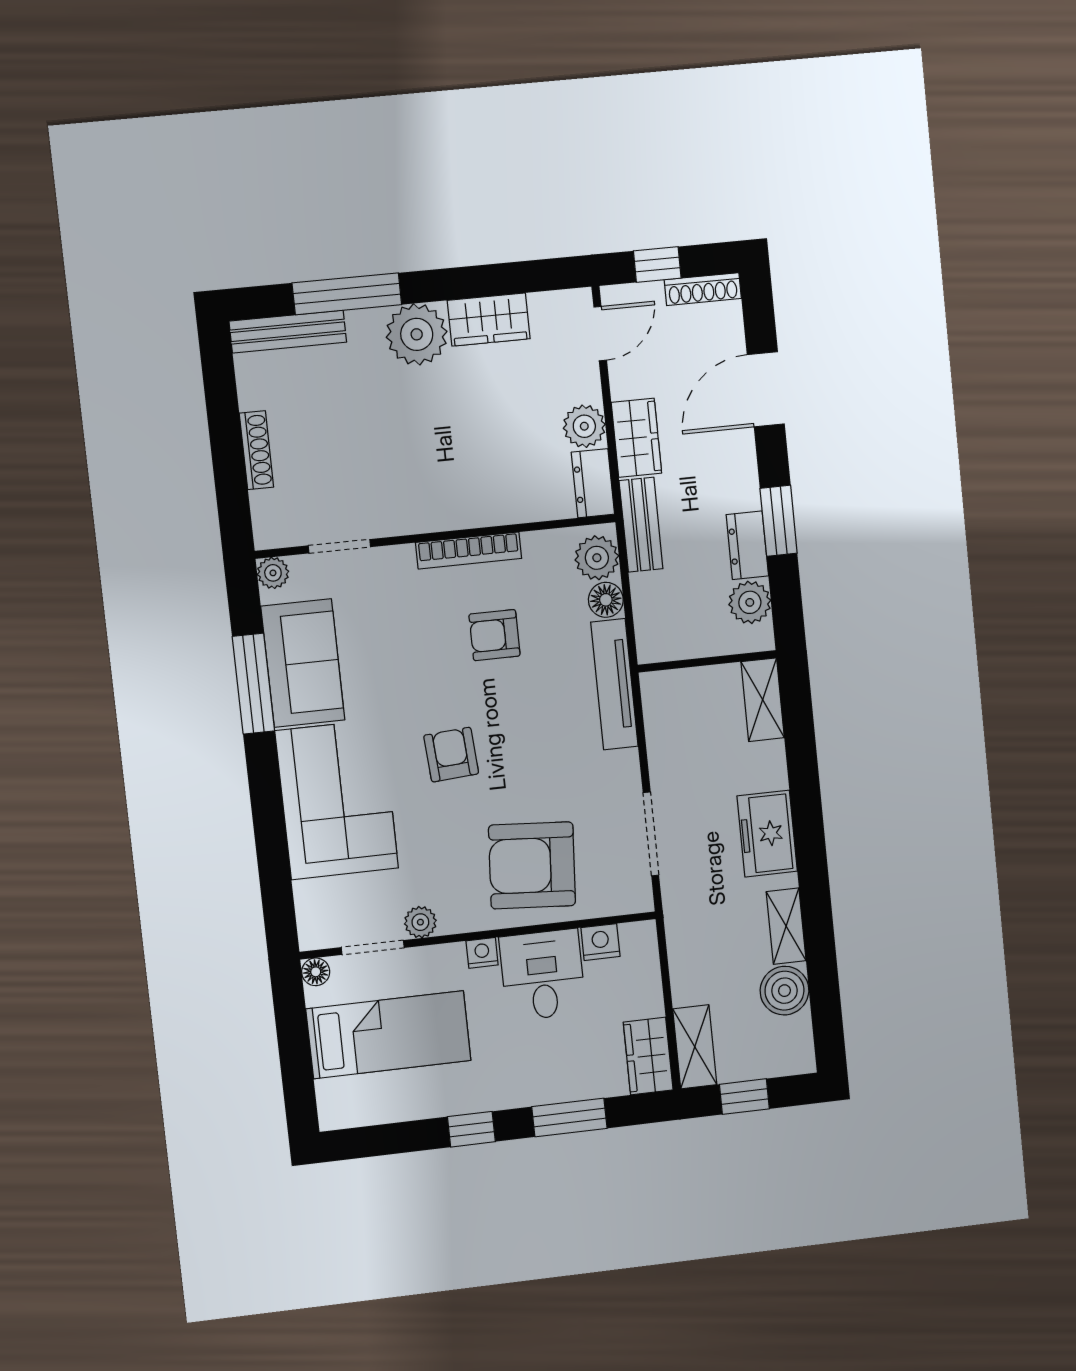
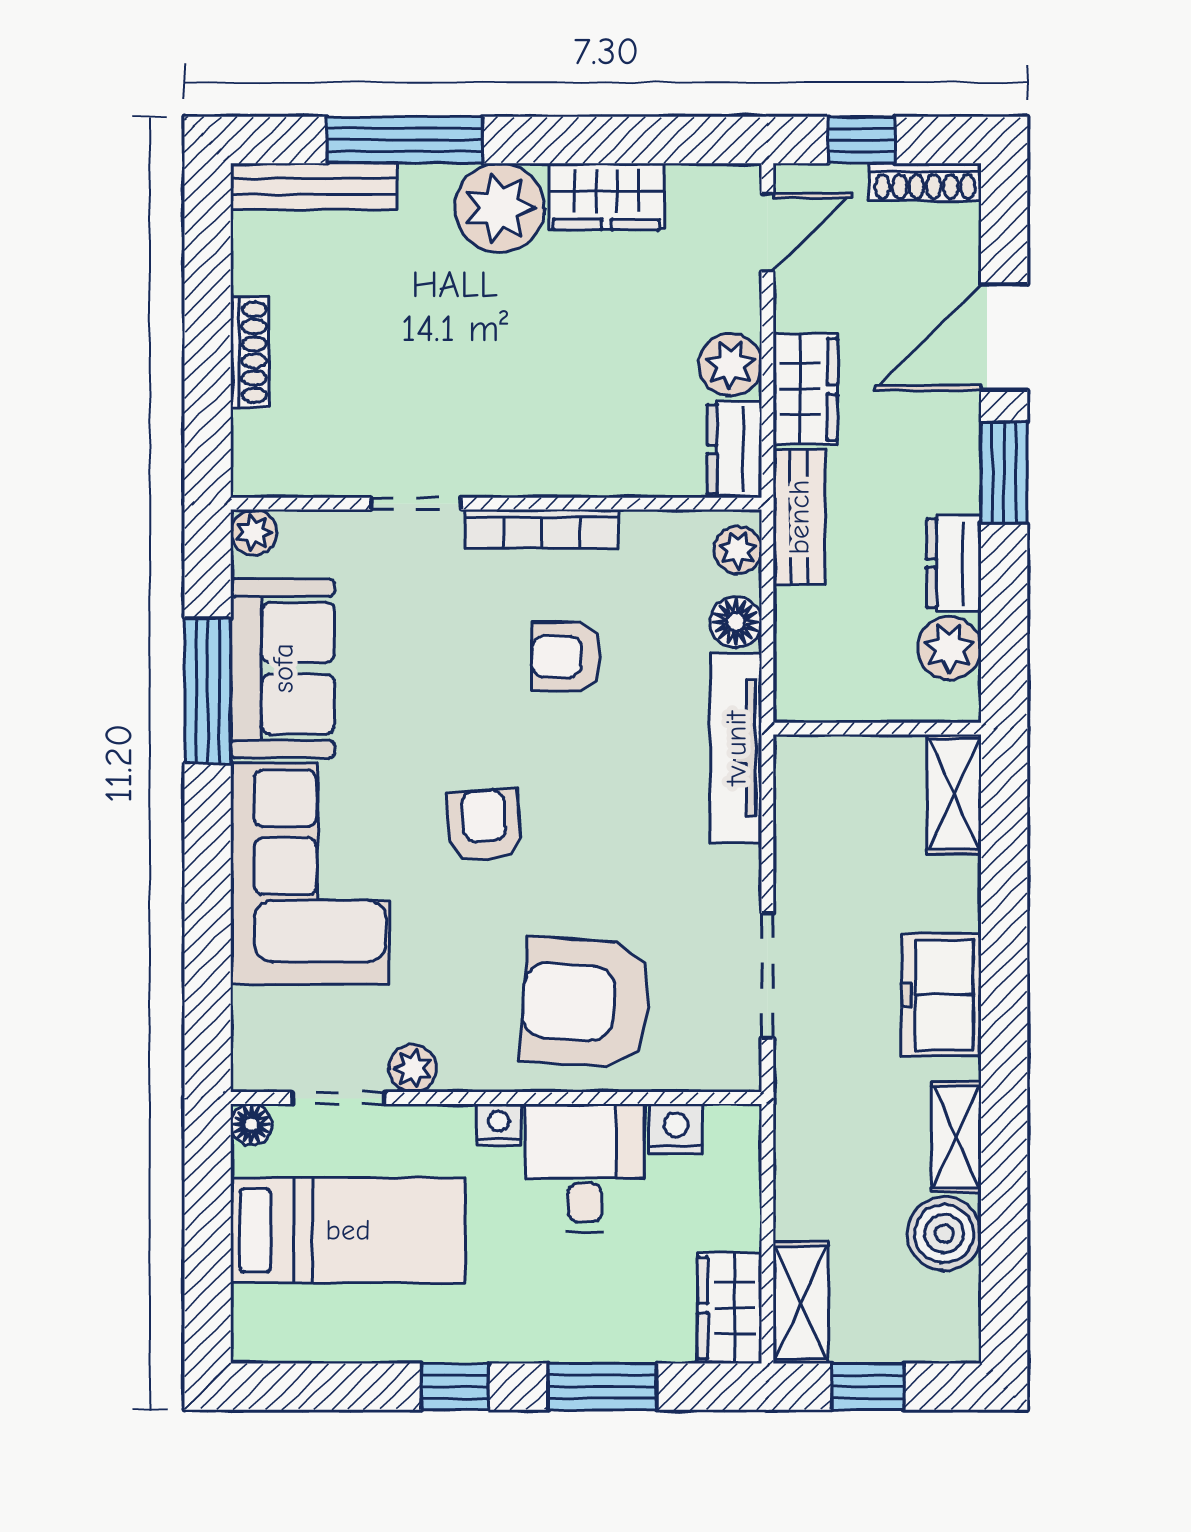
window: (779, 521) -> (1004, 472), moved
doorway: (339, 546) -> (416, 504), moved
plant: (597, 558) -> (738, 550), width x0.73, depth x0.73

